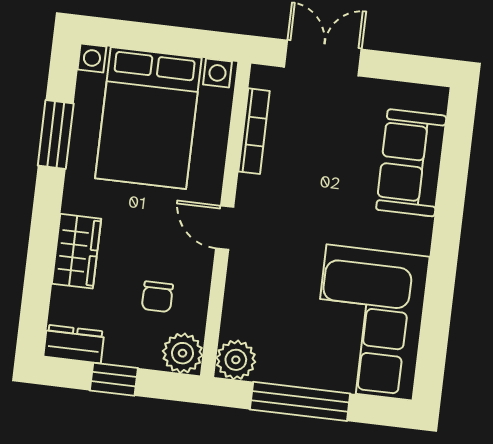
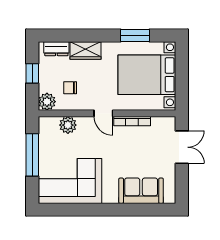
bookcase: (254, 131) -> (132, 121), moved
door: (225, 228) -> (103, 113), swing flipped
dresser: (74, 344) -> (56, 49), moved, turned 90
plant: (236, 360) -> (68, 125), moved

